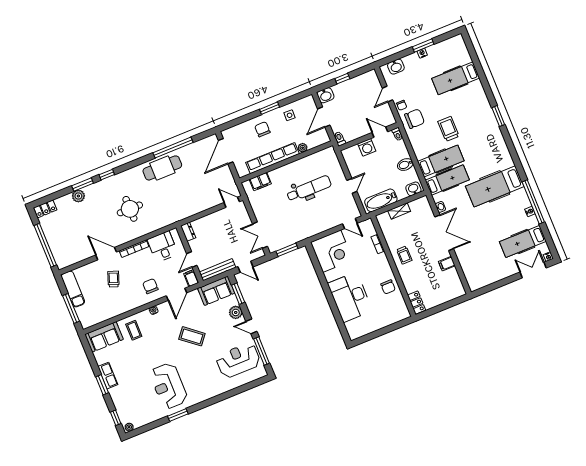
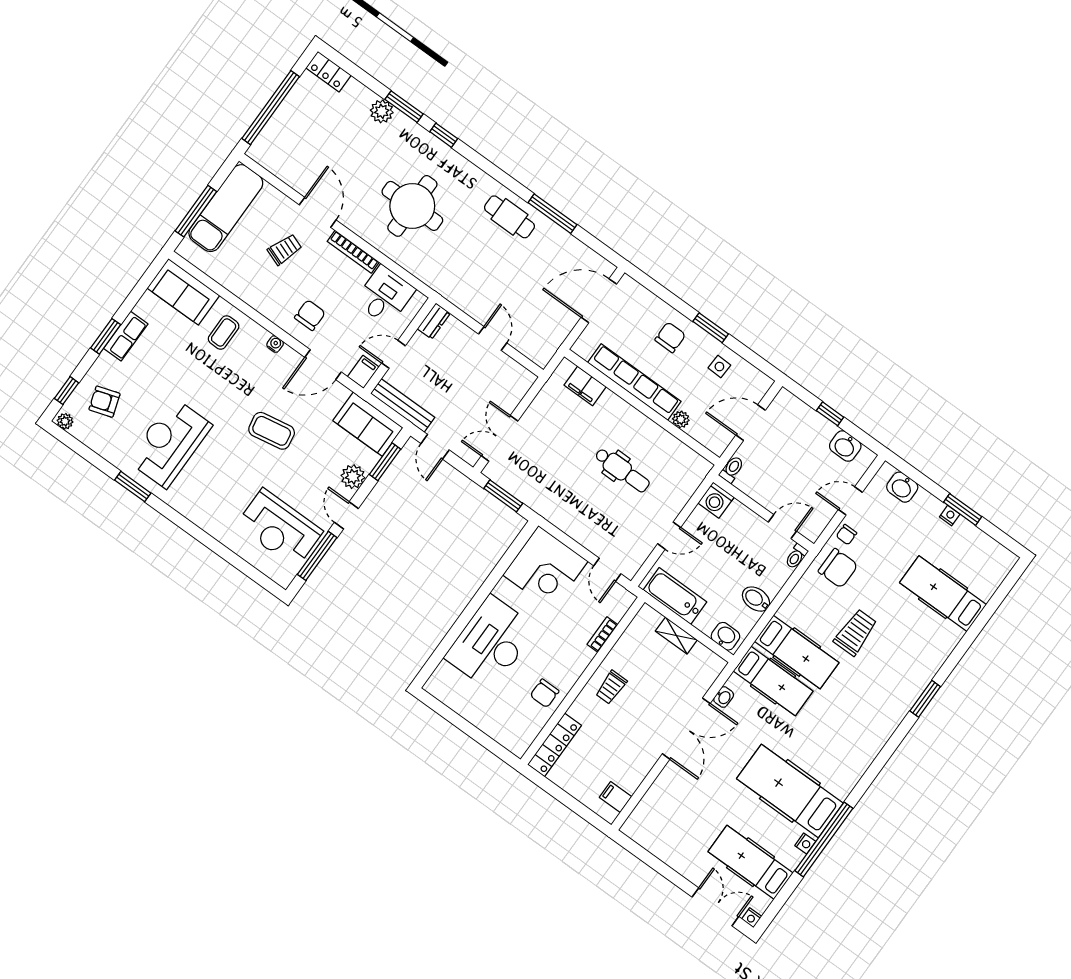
washbasin: (326, 95) -> (845, 446), moved
door: (380, 132) -> (782, 527), hinge flipped
washing machine: (367, 147) -> (716, 500), moved
window: (173, 148) -> (552, 214), width x0.68
cafe table: (162, 168) -> (509, 217), width x0.73, depth x0.74
hospital bed: (495, 186) -> (790, 791), moved
dental chair: (309, 189) -> (622, 470), width x0.73, depth x0.72
door: (232, 202) -> (493, 338), moved
round table: (130, 209) -> (412, 206), width x1.36, depth x1.36
filing cabinet: (447, 264) -> (616, 797), moved
exam couch: (73, 289) -> (226, 208), width x1.36, depth x1.45
locker: (417, 303) -> (554, 745), width x1.53
coffee table: (192, 336) -> (272, 431), turned -49
reception desk: (238, 360) -> (279, 528), turned 180
armchair: (131, 404) -> (104, 402), added

